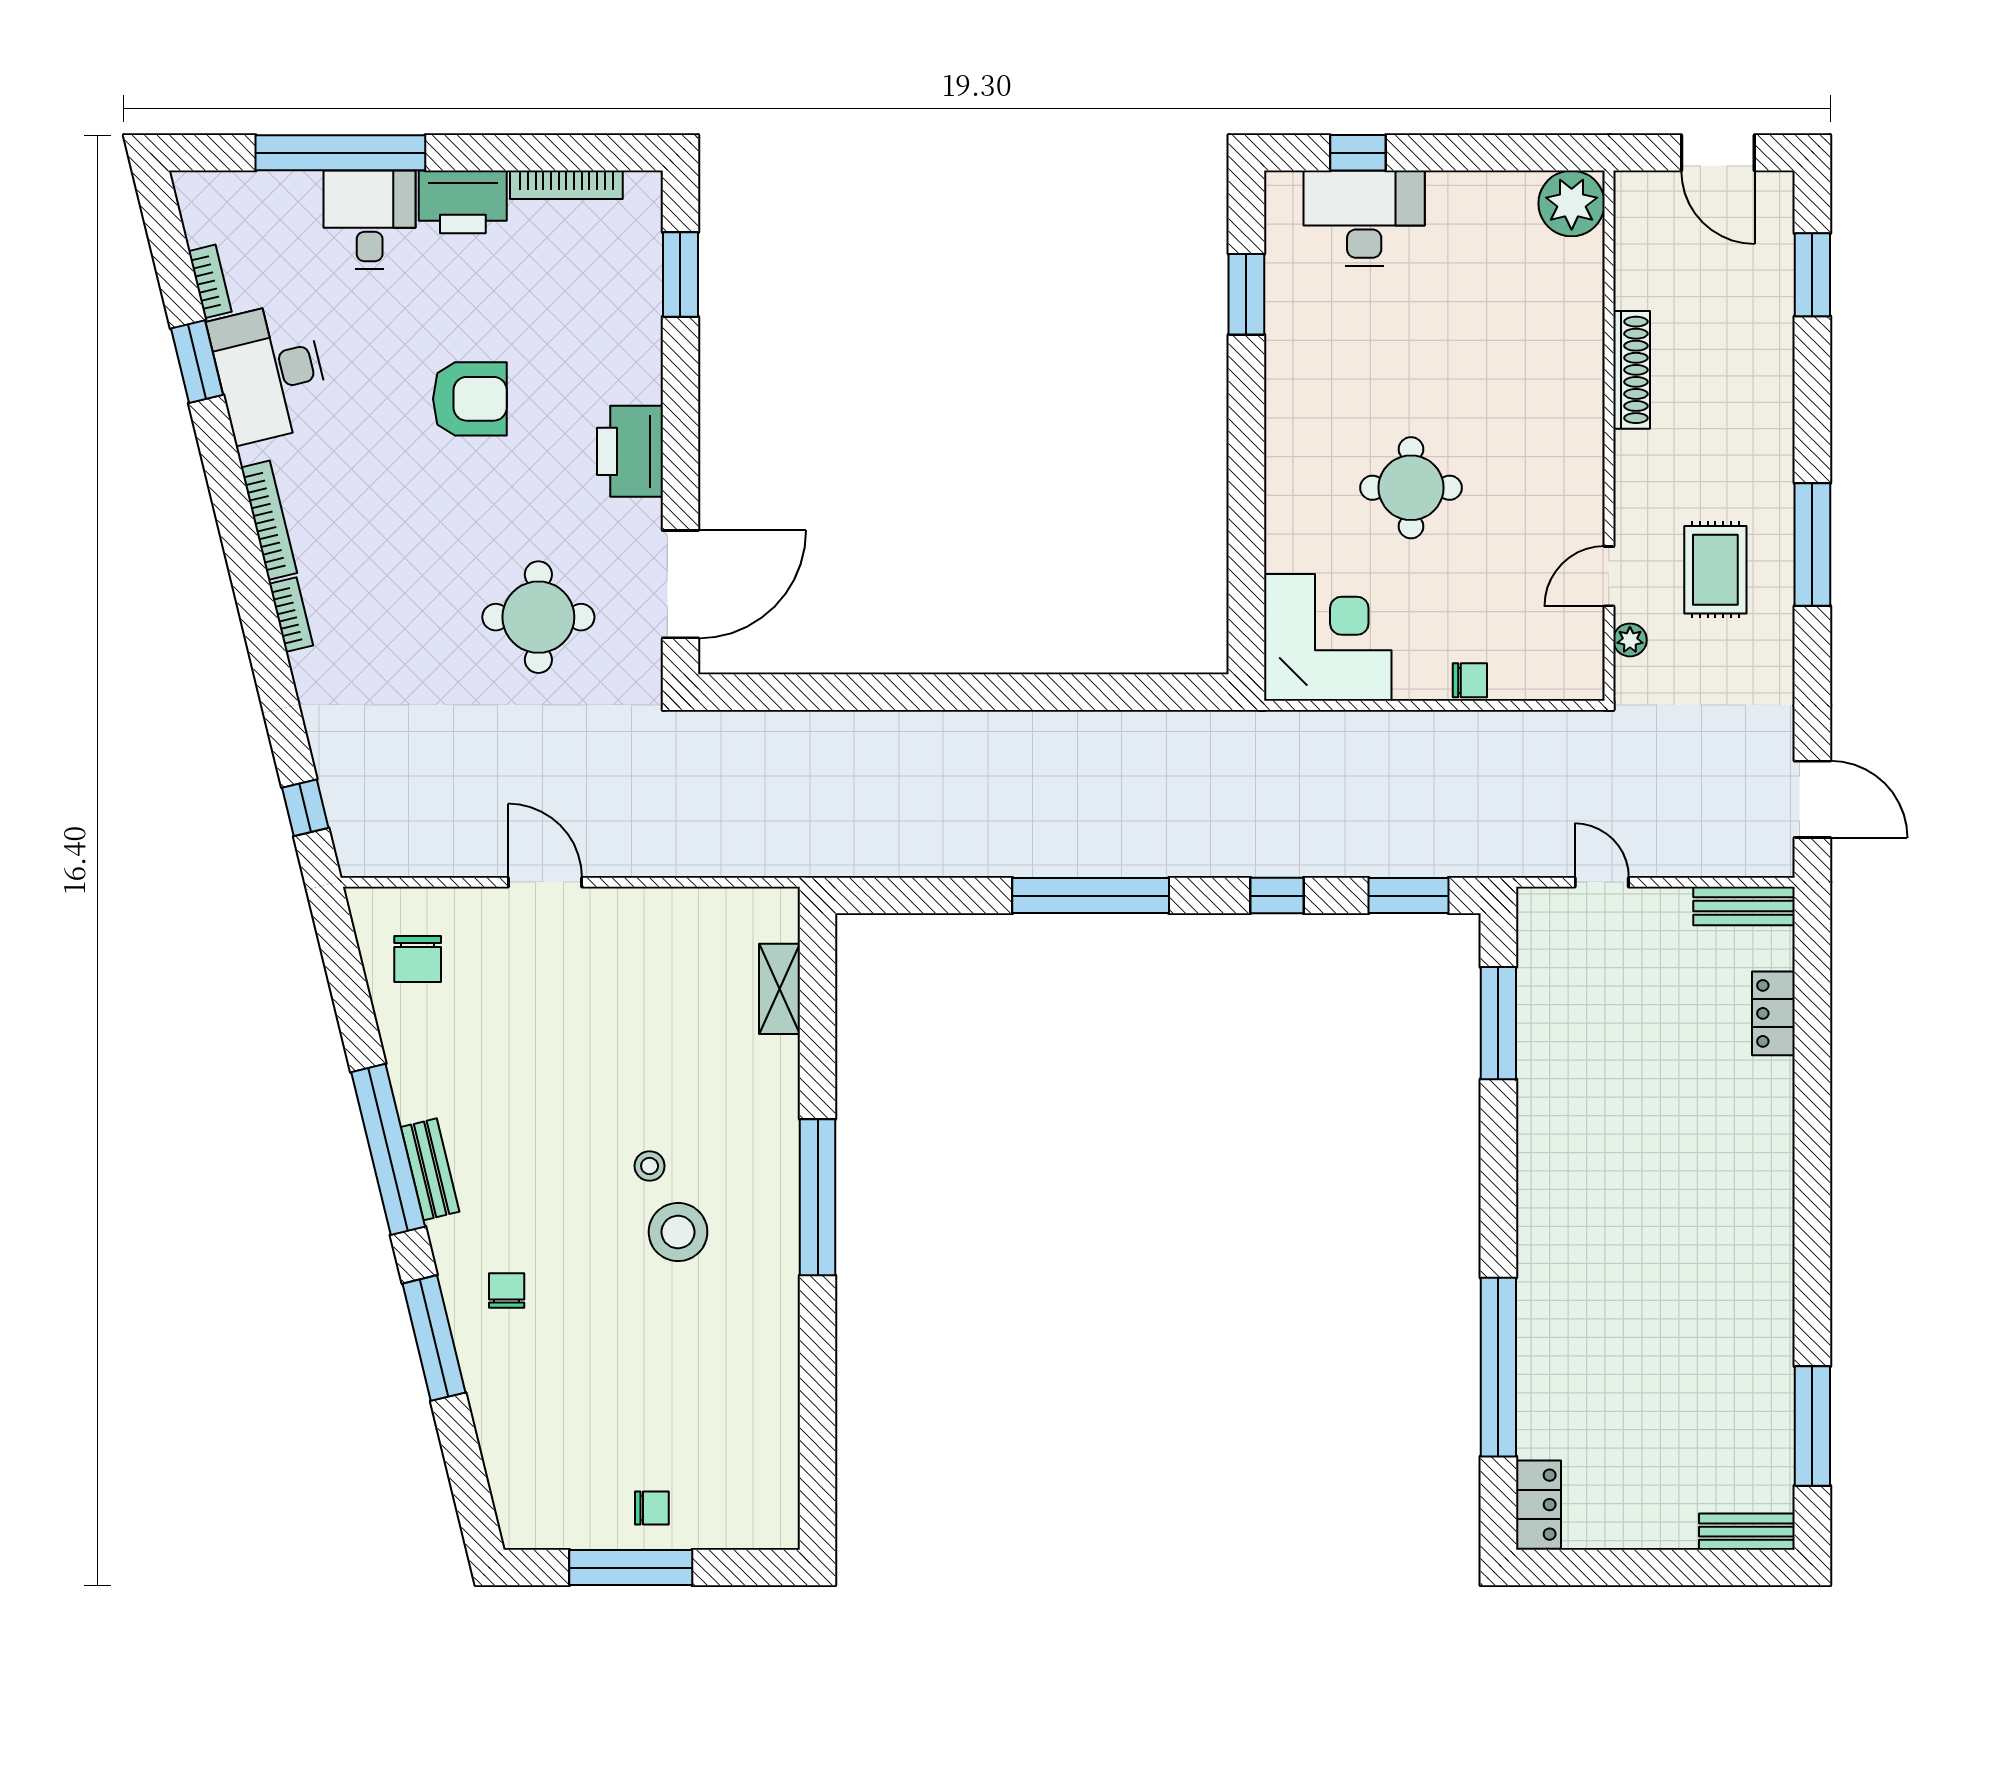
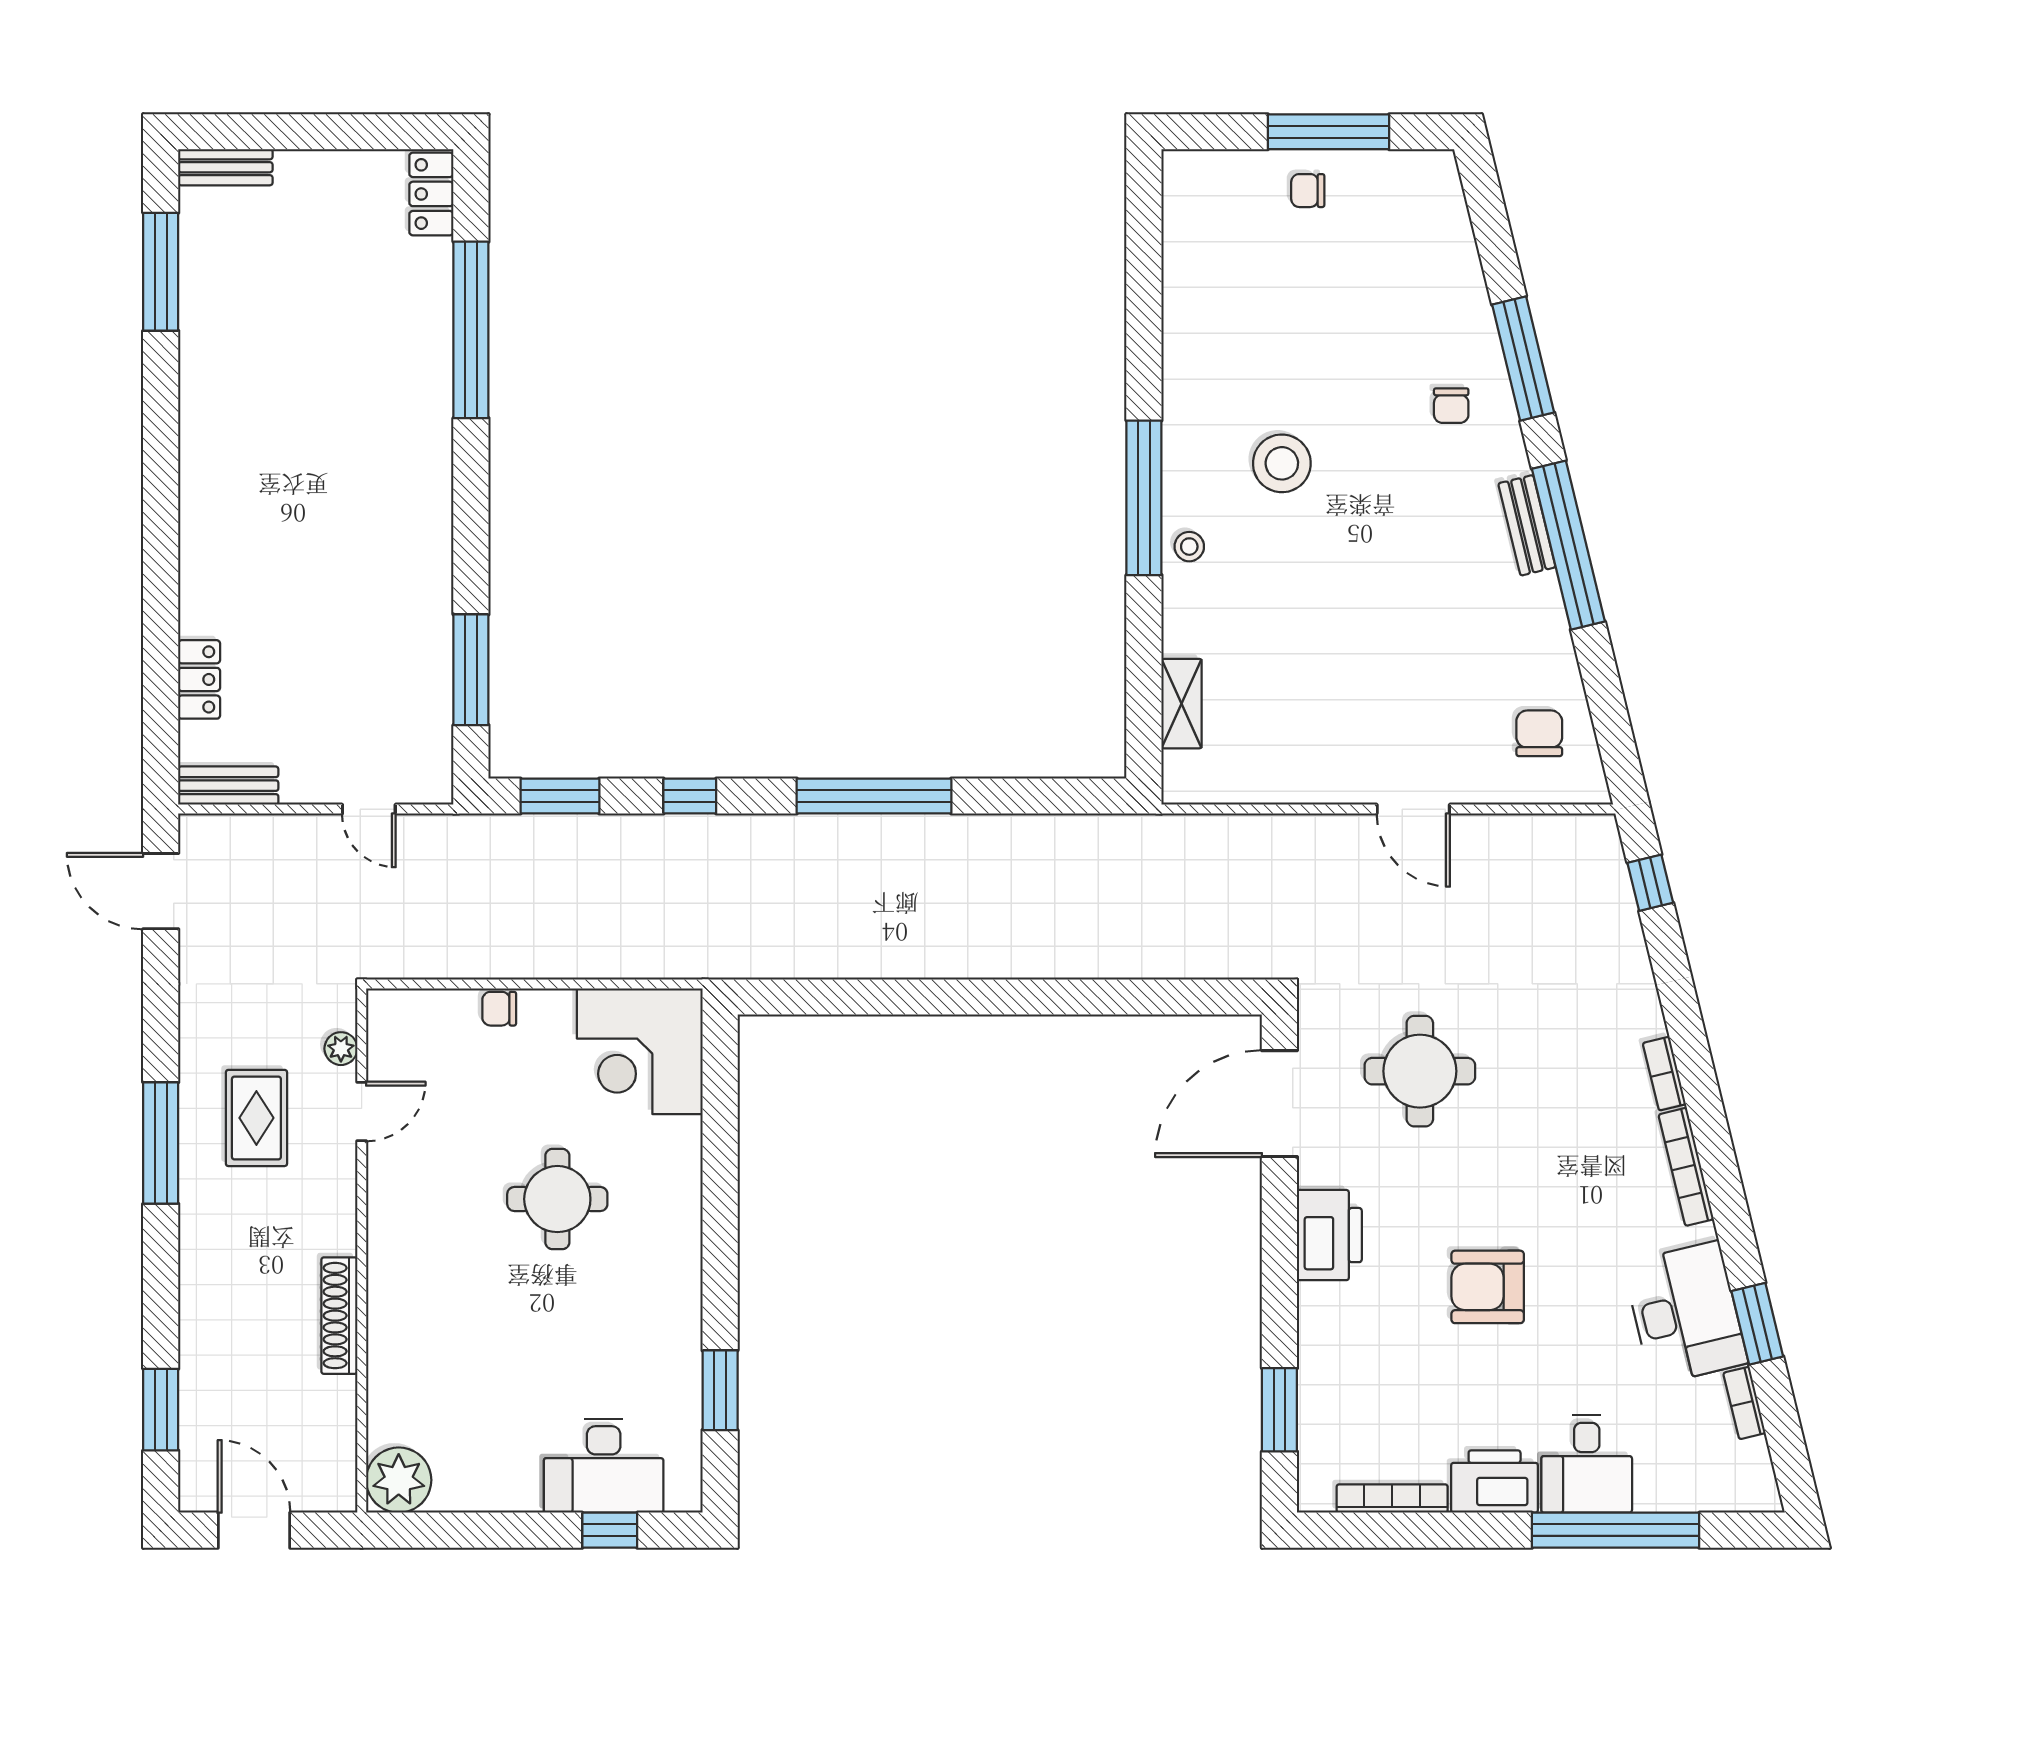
stool: (650, 1166) -> (1189, 547), moved

